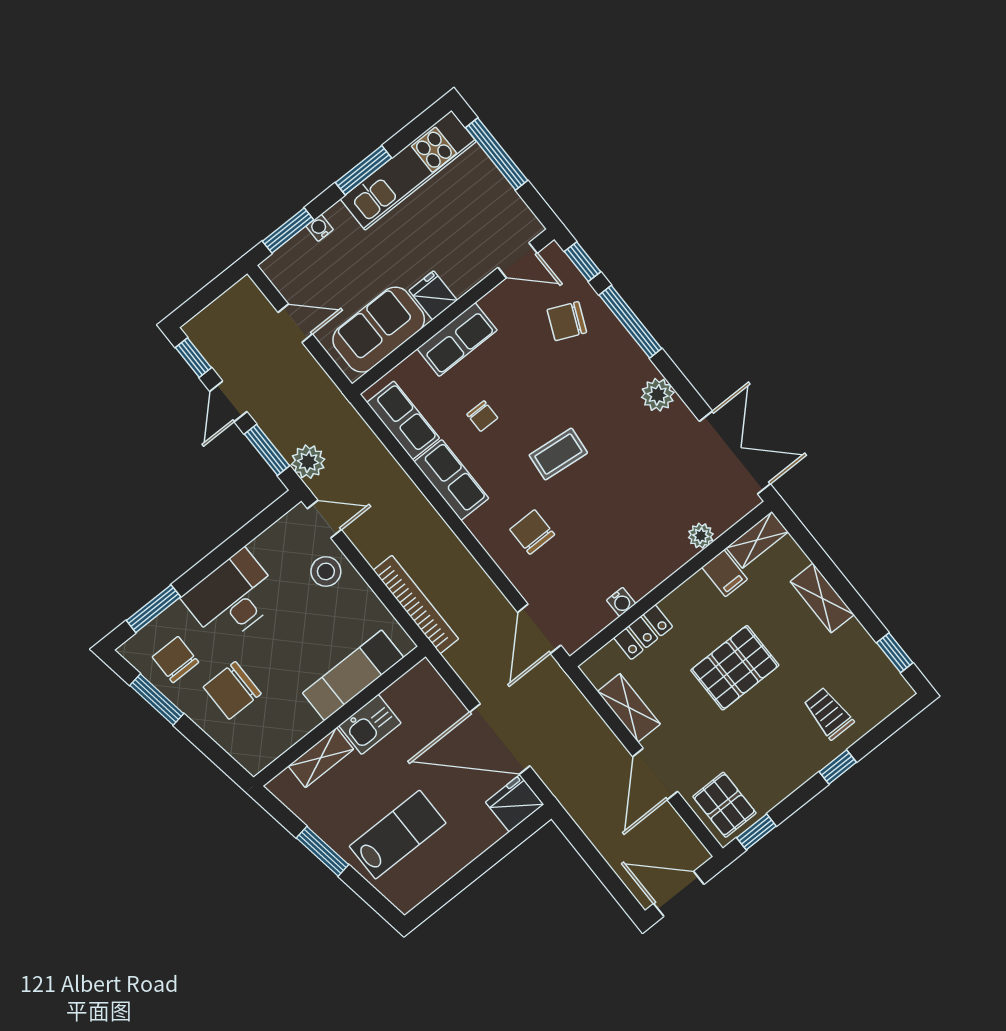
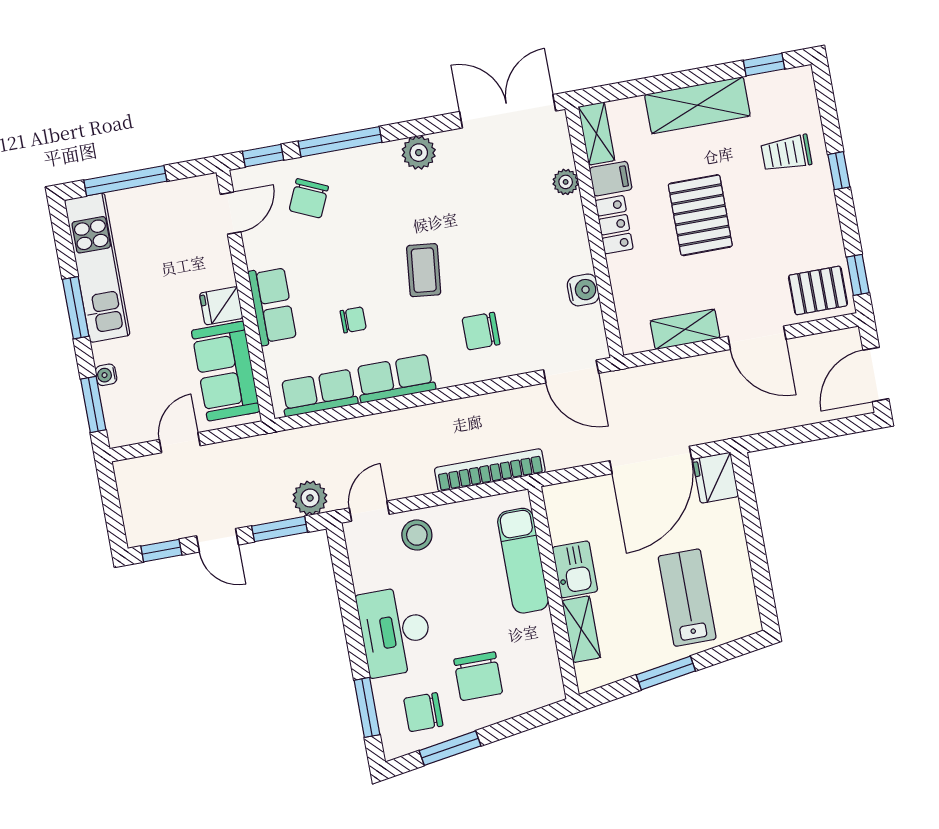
shelving: (822, 598) -> (697, 105), width x1.50, depth x1.33
water cooler: (621, 602) -> (583, 290), width x1.38, depth x1.38
locker: (643, 632) -> (614, 225), moved

